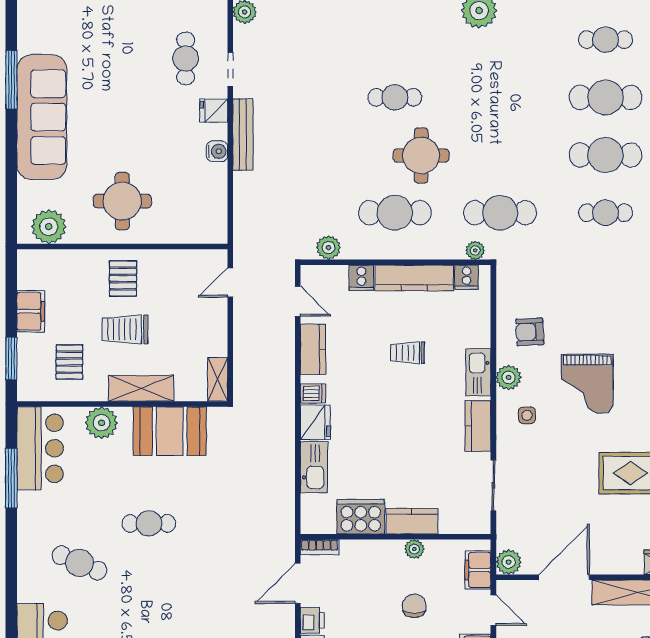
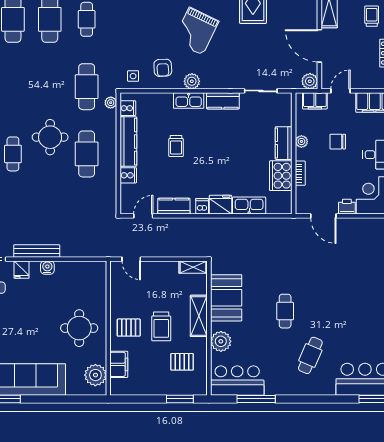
plant: (328, 248) -> (109, 196), removed
filing cabinet: (31, 311) -> (119, 364), moved, turned 90
grand piano: (587, 384) -> (196, 31), turned 116
side table: (527, 415) -> (133, 76), moved
bookcase: (320, 547) -> (300, 173), moved

